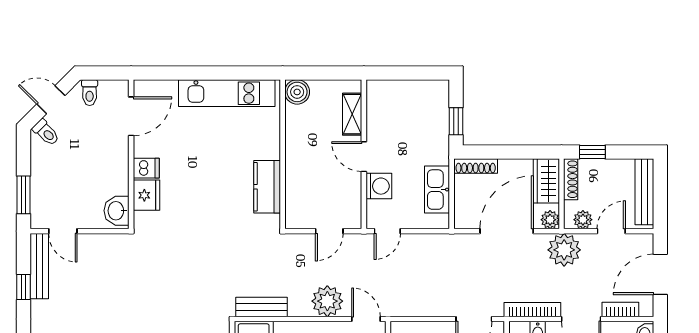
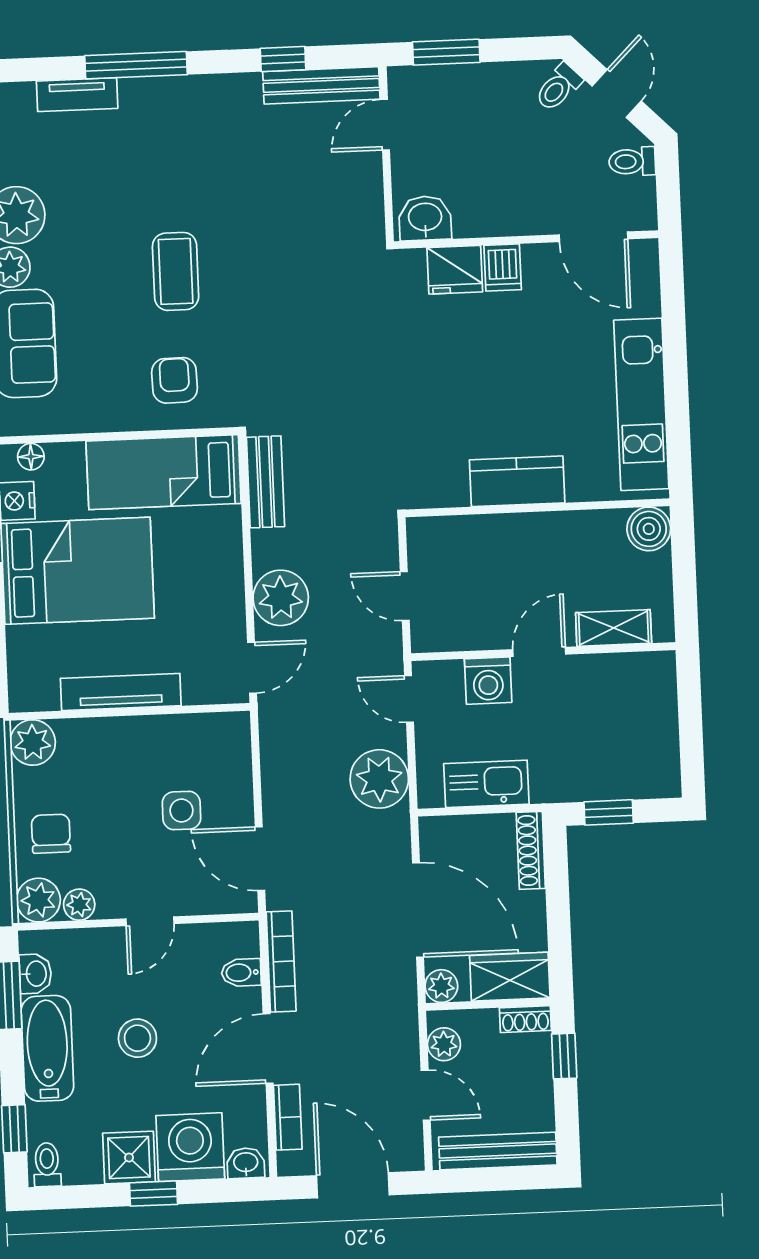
shoe rack: (571, 179) -> (525, 1019), width x0.70
kitchen counter: (267, 187) -> (517, 481), moved
plant: (564, 250) -> (379, 779), moved

